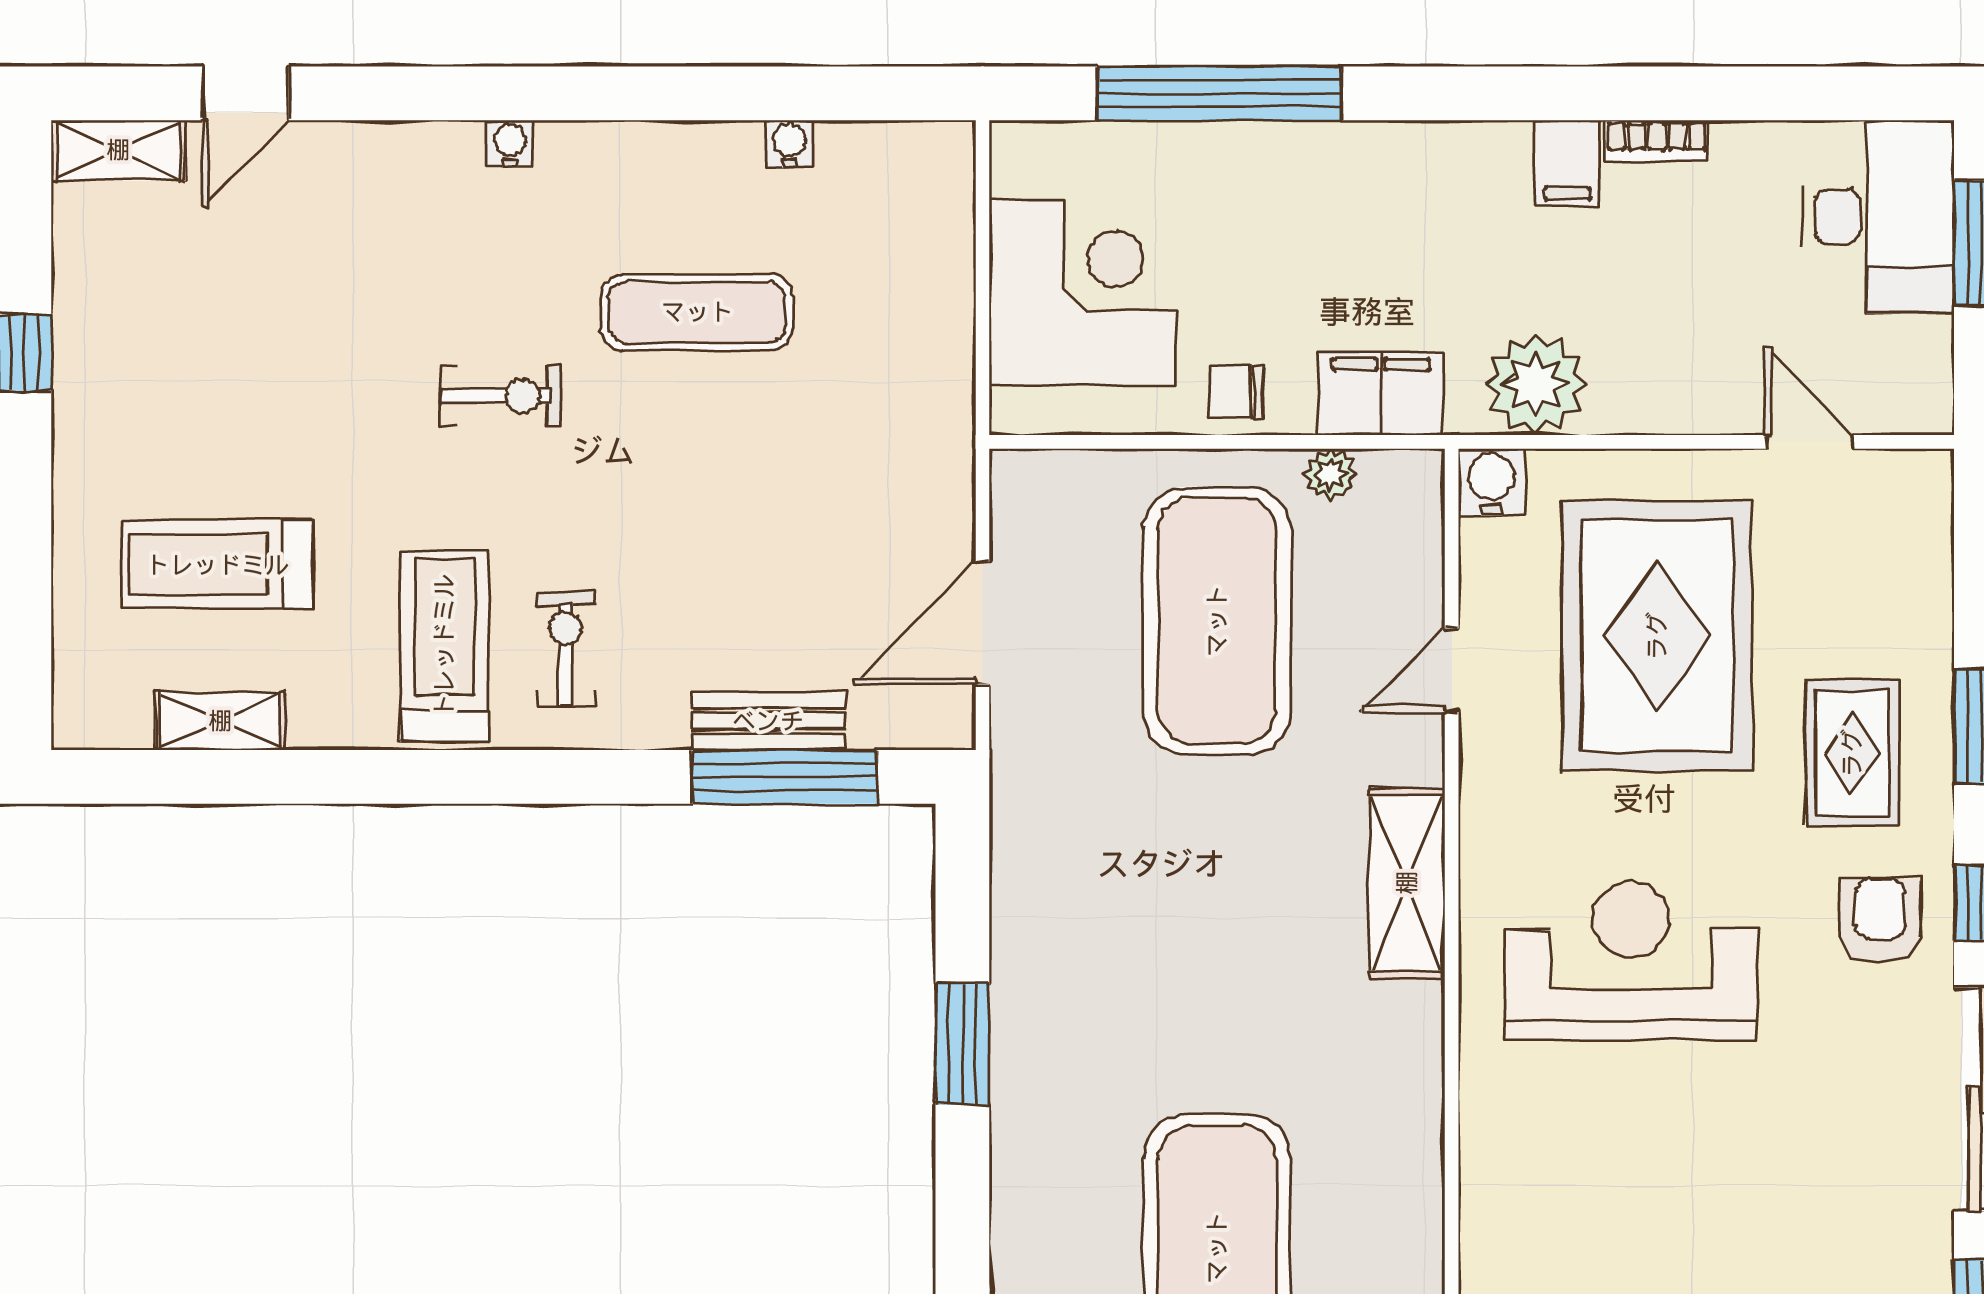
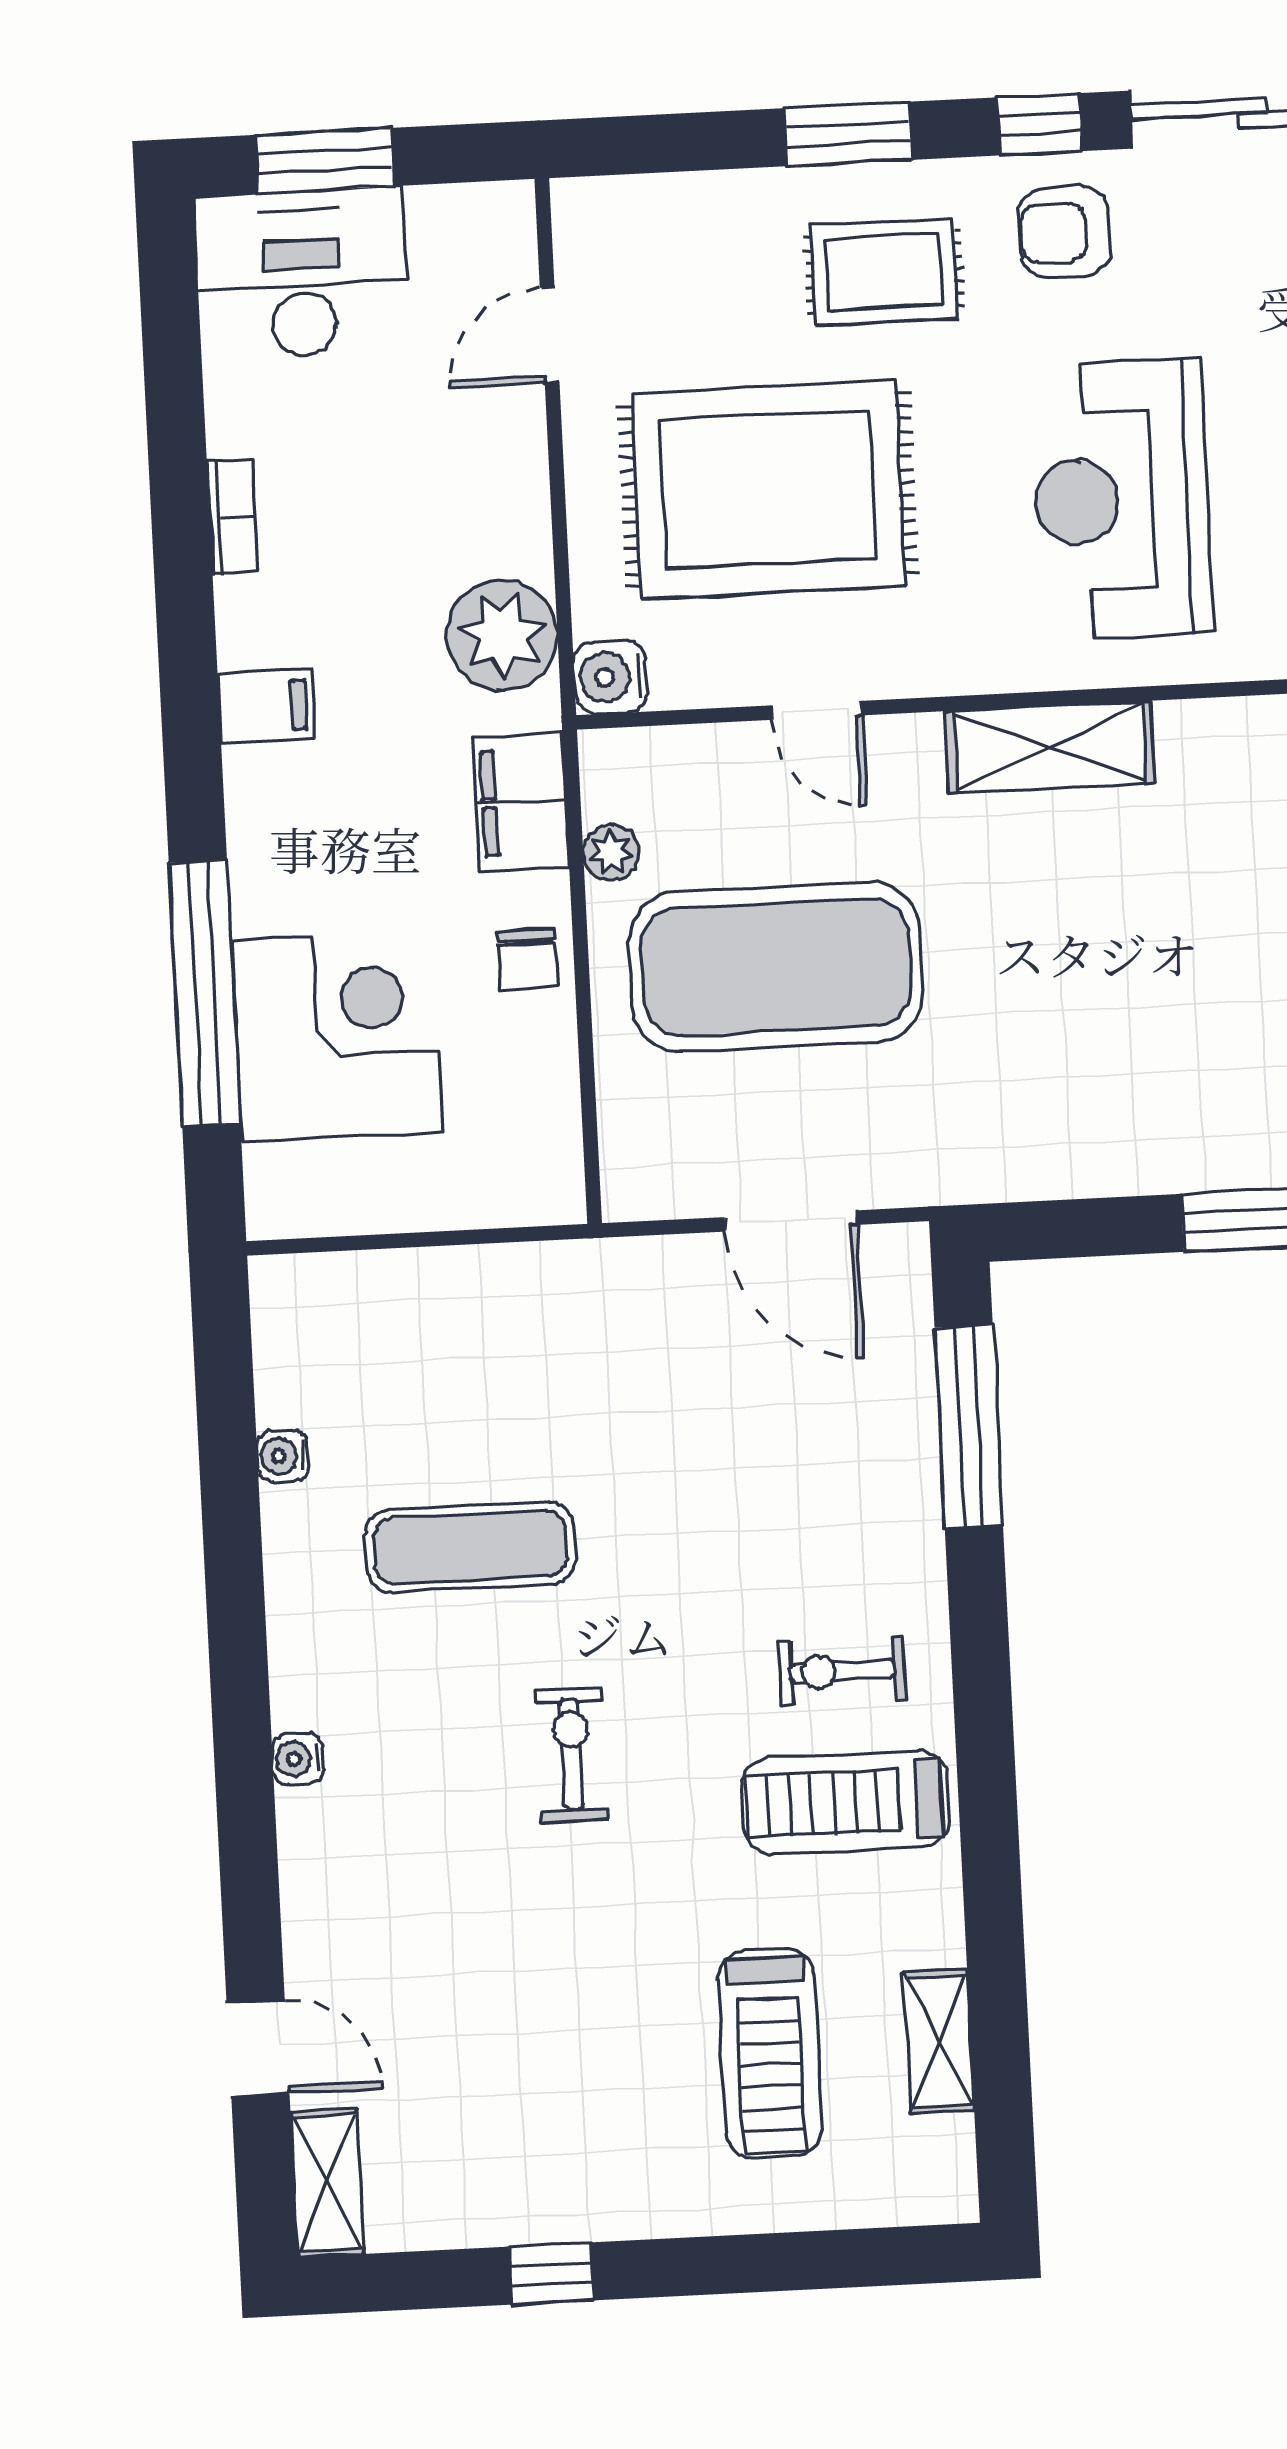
filing cabinet: (1567, 163) -> (266, 706), moved
corner desk: (1082, 292) -> (337, 1036), moved, turned 90
exercise mat: (697, 312) -> (470, 1547), turned 90
bench: (768, 721) -> (909, 1447), removed

